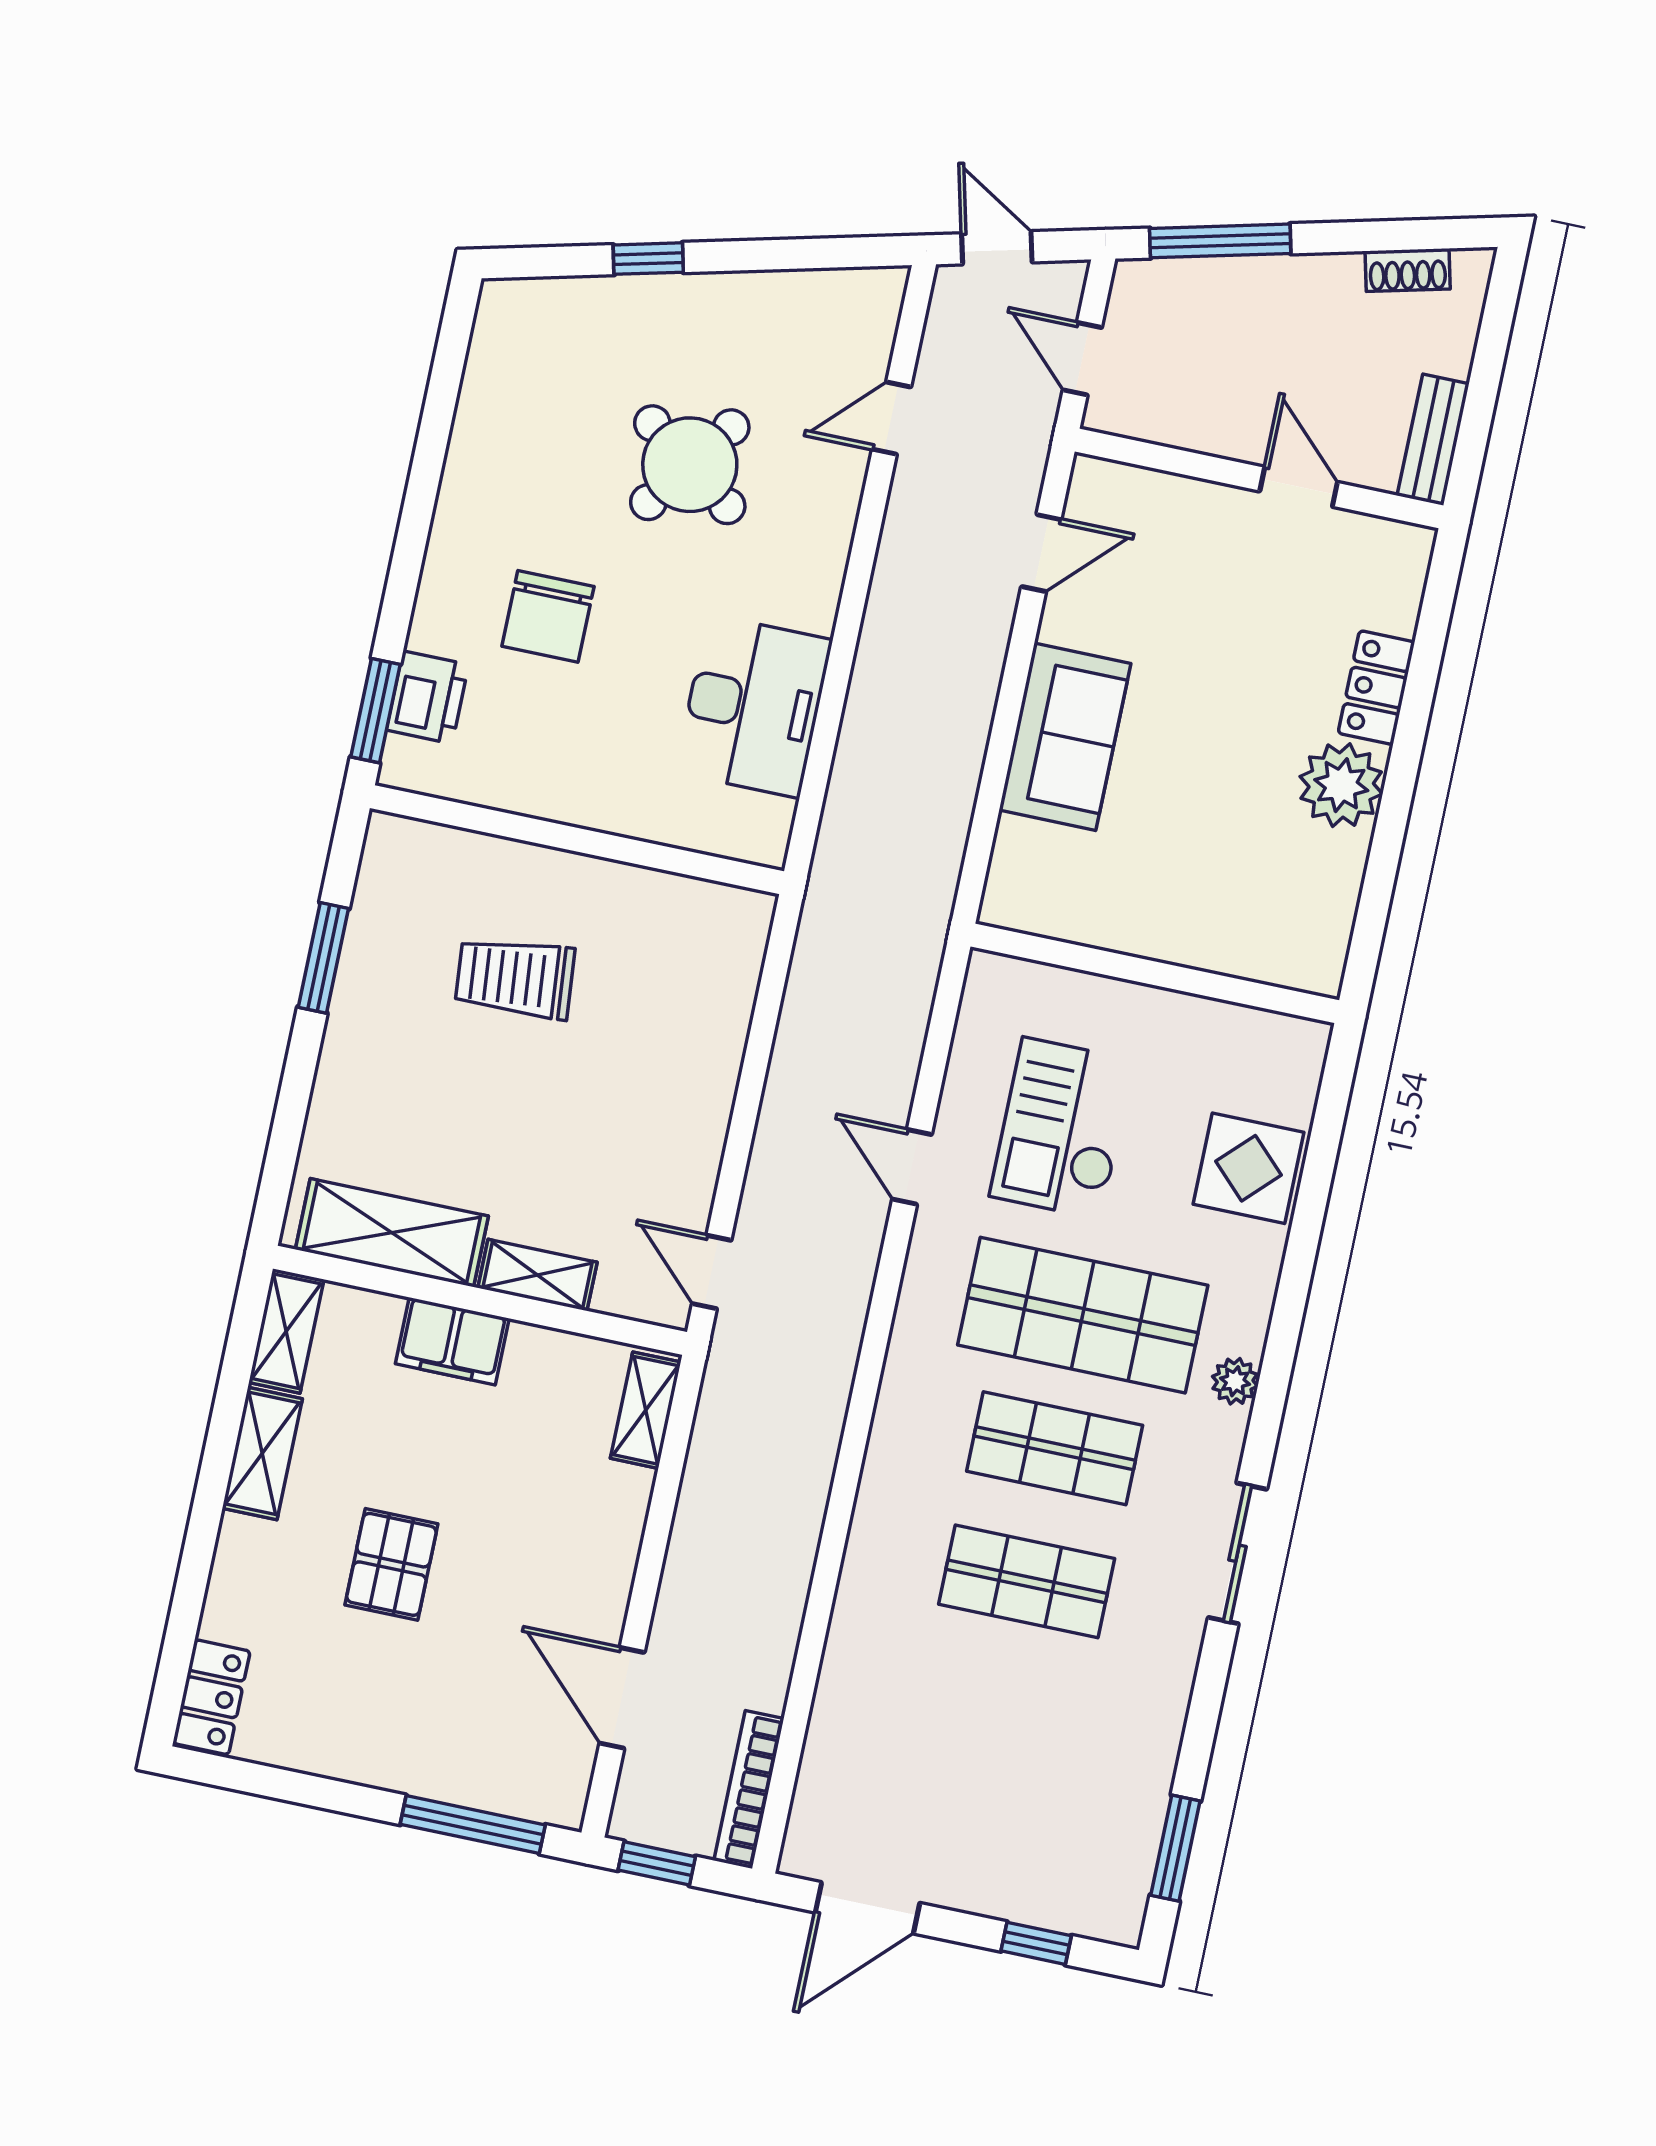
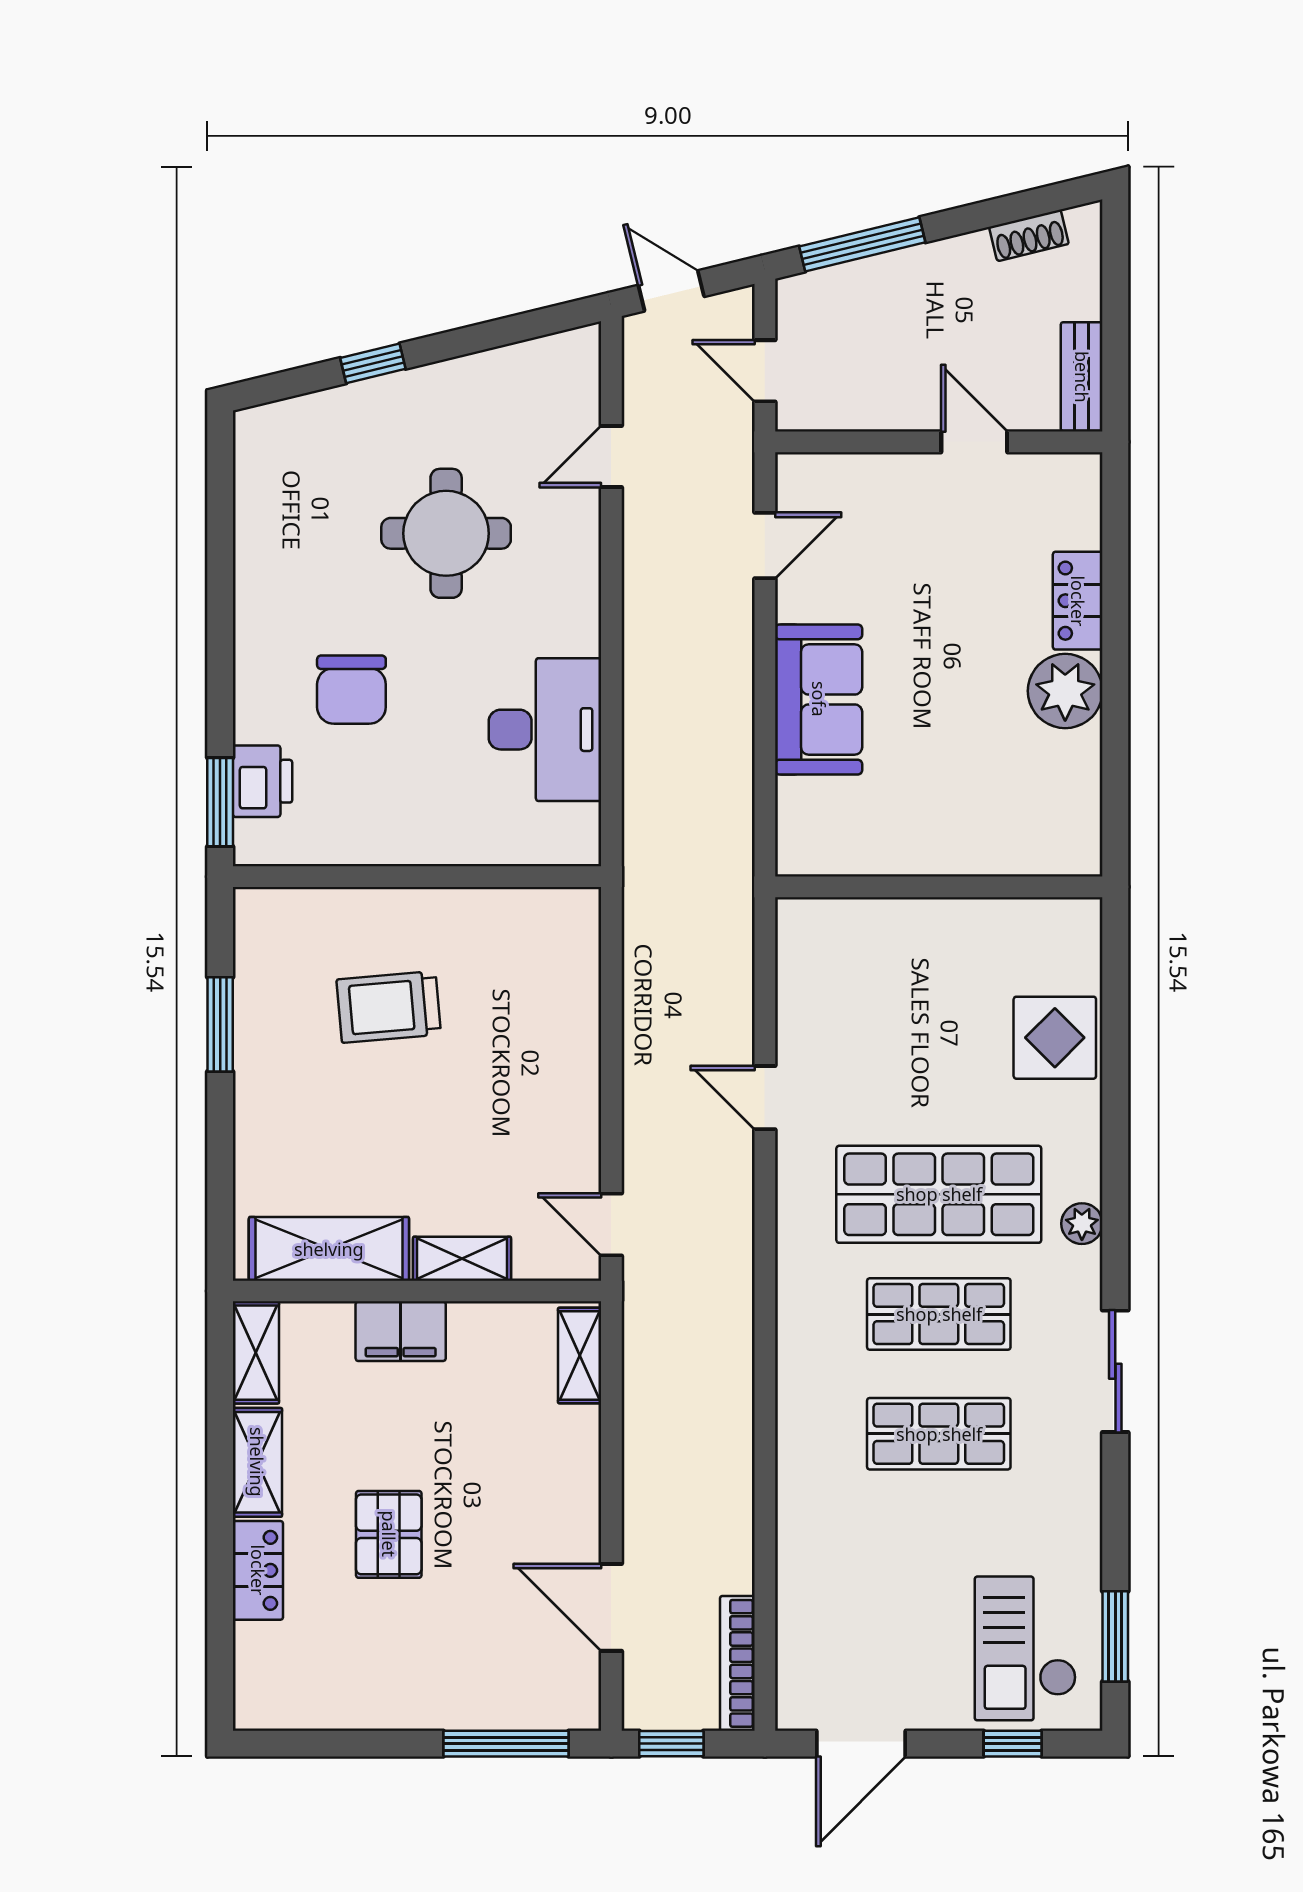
round table: (690, 465) -> (446, 533), turned -36
checkout: (1062, 1128) -> (1025, 1648), moved
locker: (211, 1697) -> (258, 1570), moved

